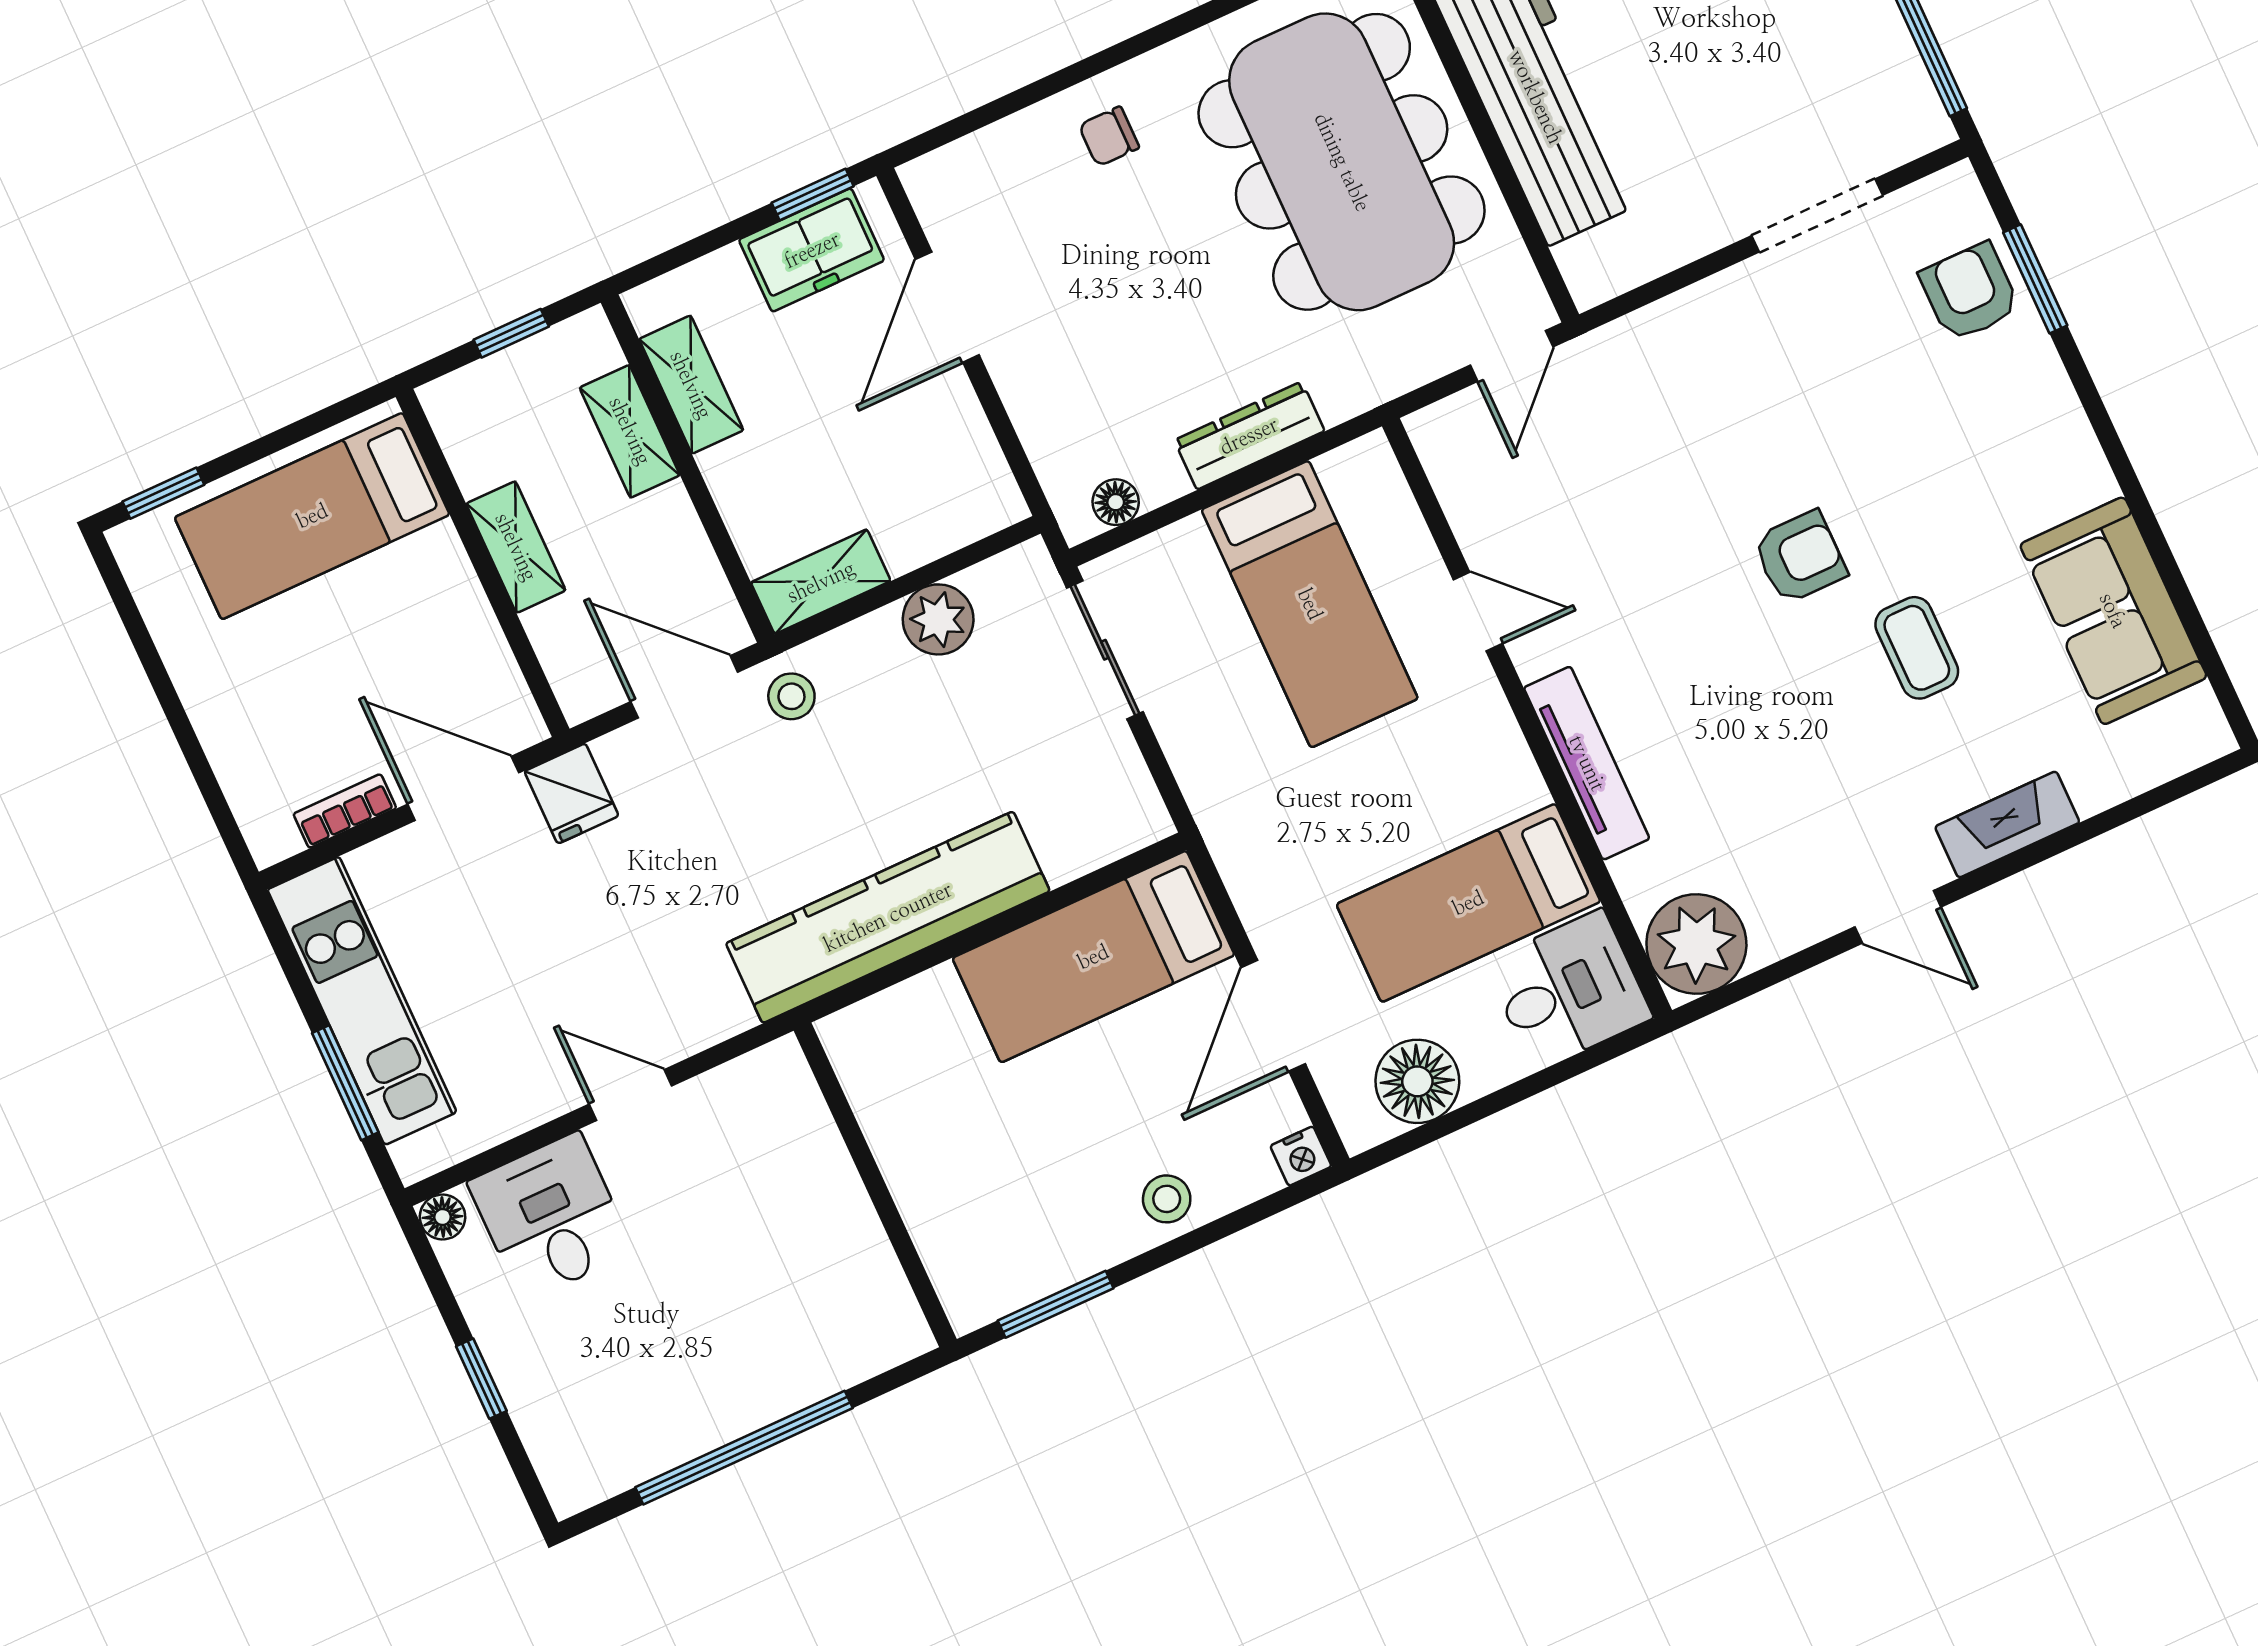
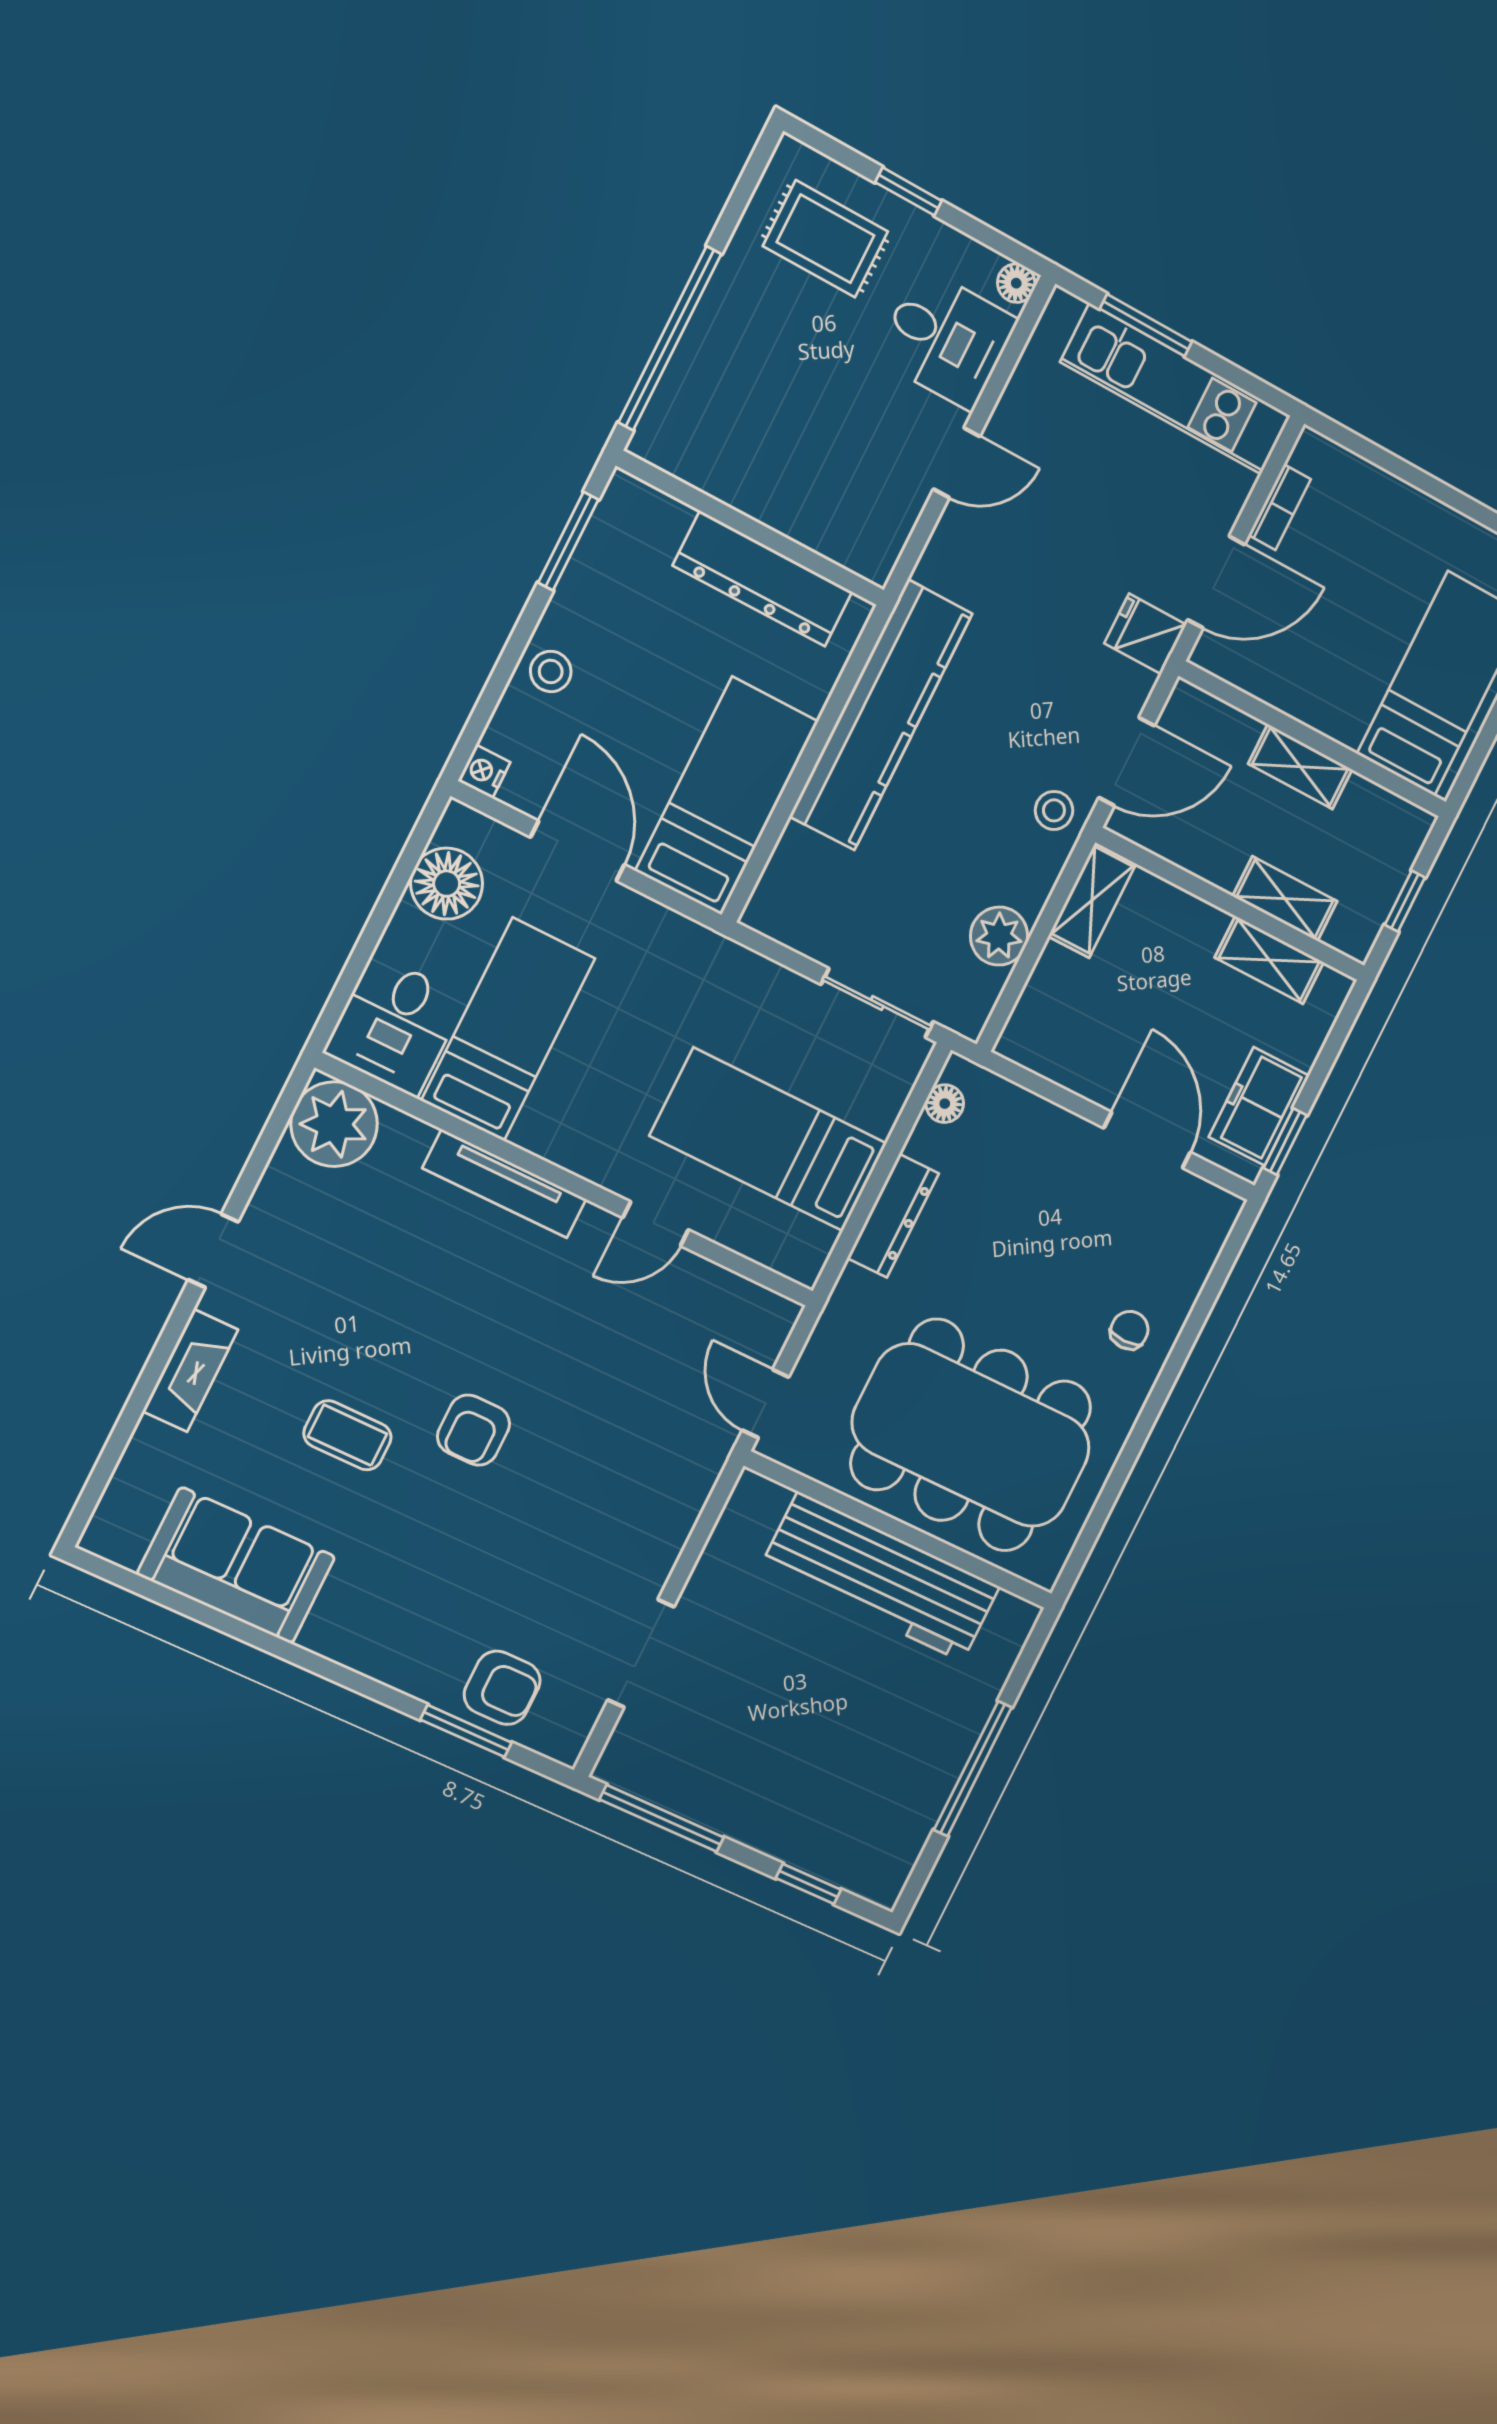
dresser: (901, 1130) -> (763, 579), added
rug: (595, 1395) -> (826, 239), added
window: (744, 1448) -> (670, 338), moved

